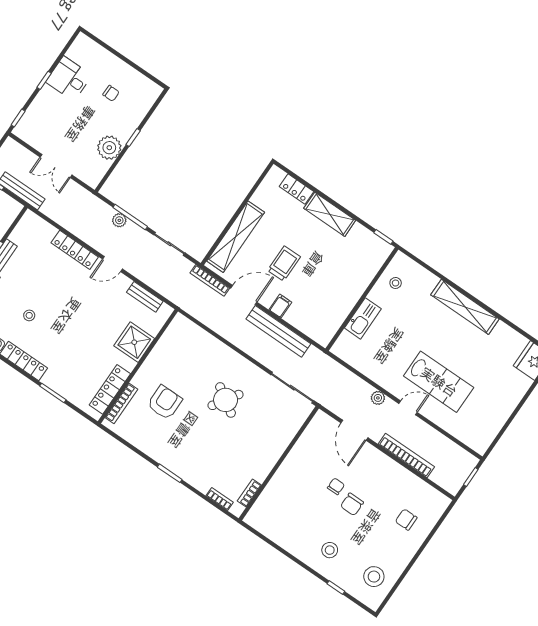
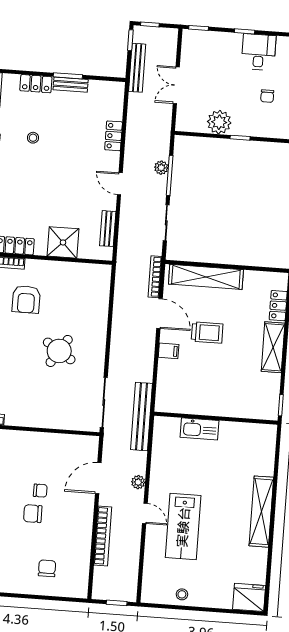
locker: (75, 250) -> (114, 136), width x0.66
stool: (396, 283) -> (182, 594), moved
bench: (278, 331) -> (142, 417), moved
armchair: (165, 402) -> (26, 299), turned 90

